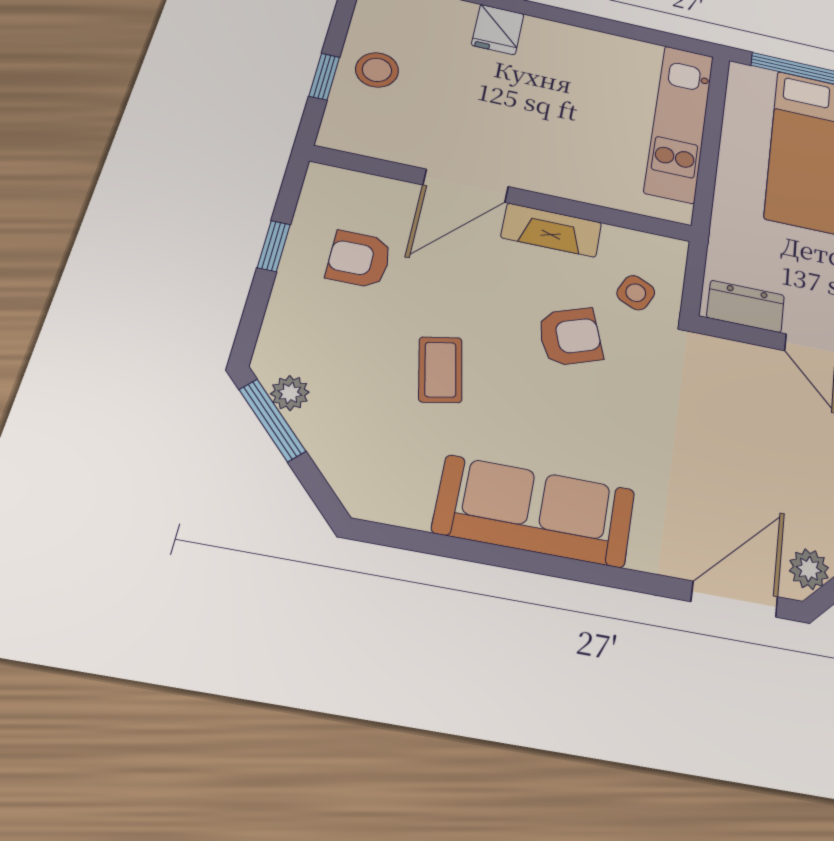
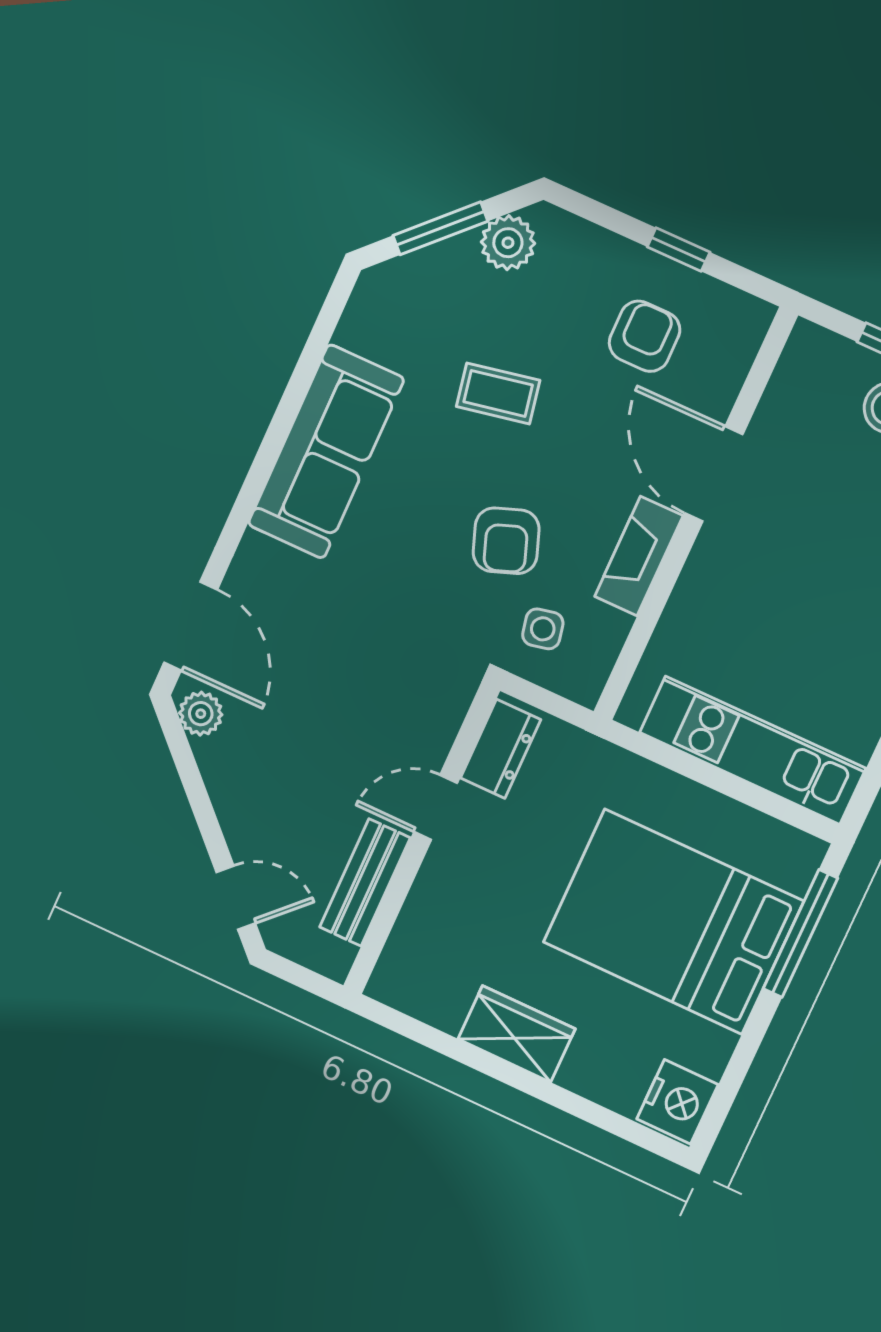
side table: (636, 293) -> (543, 629), turned -37
plant: (290, 393) -> (508, 243), width x1.38, depth x1.38
window: (272, 420) -> (440, 228), moved

